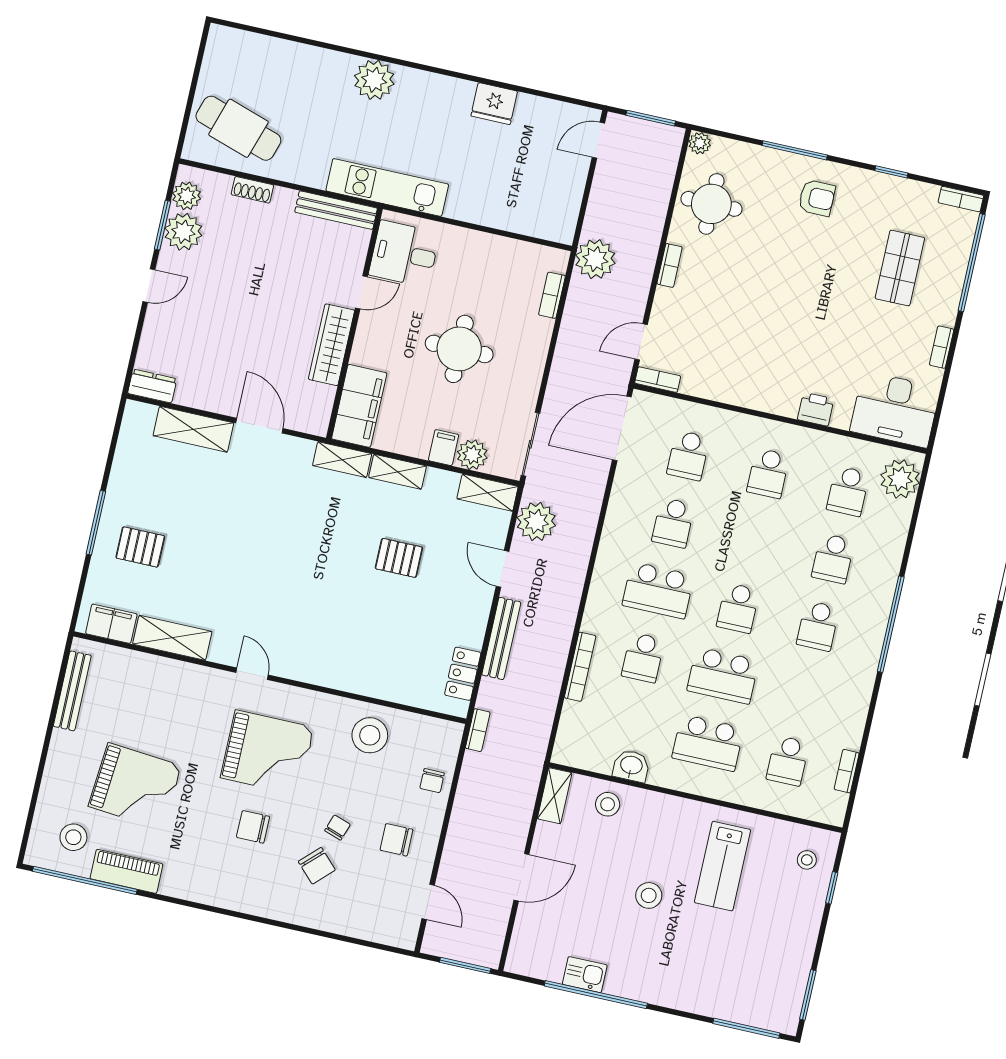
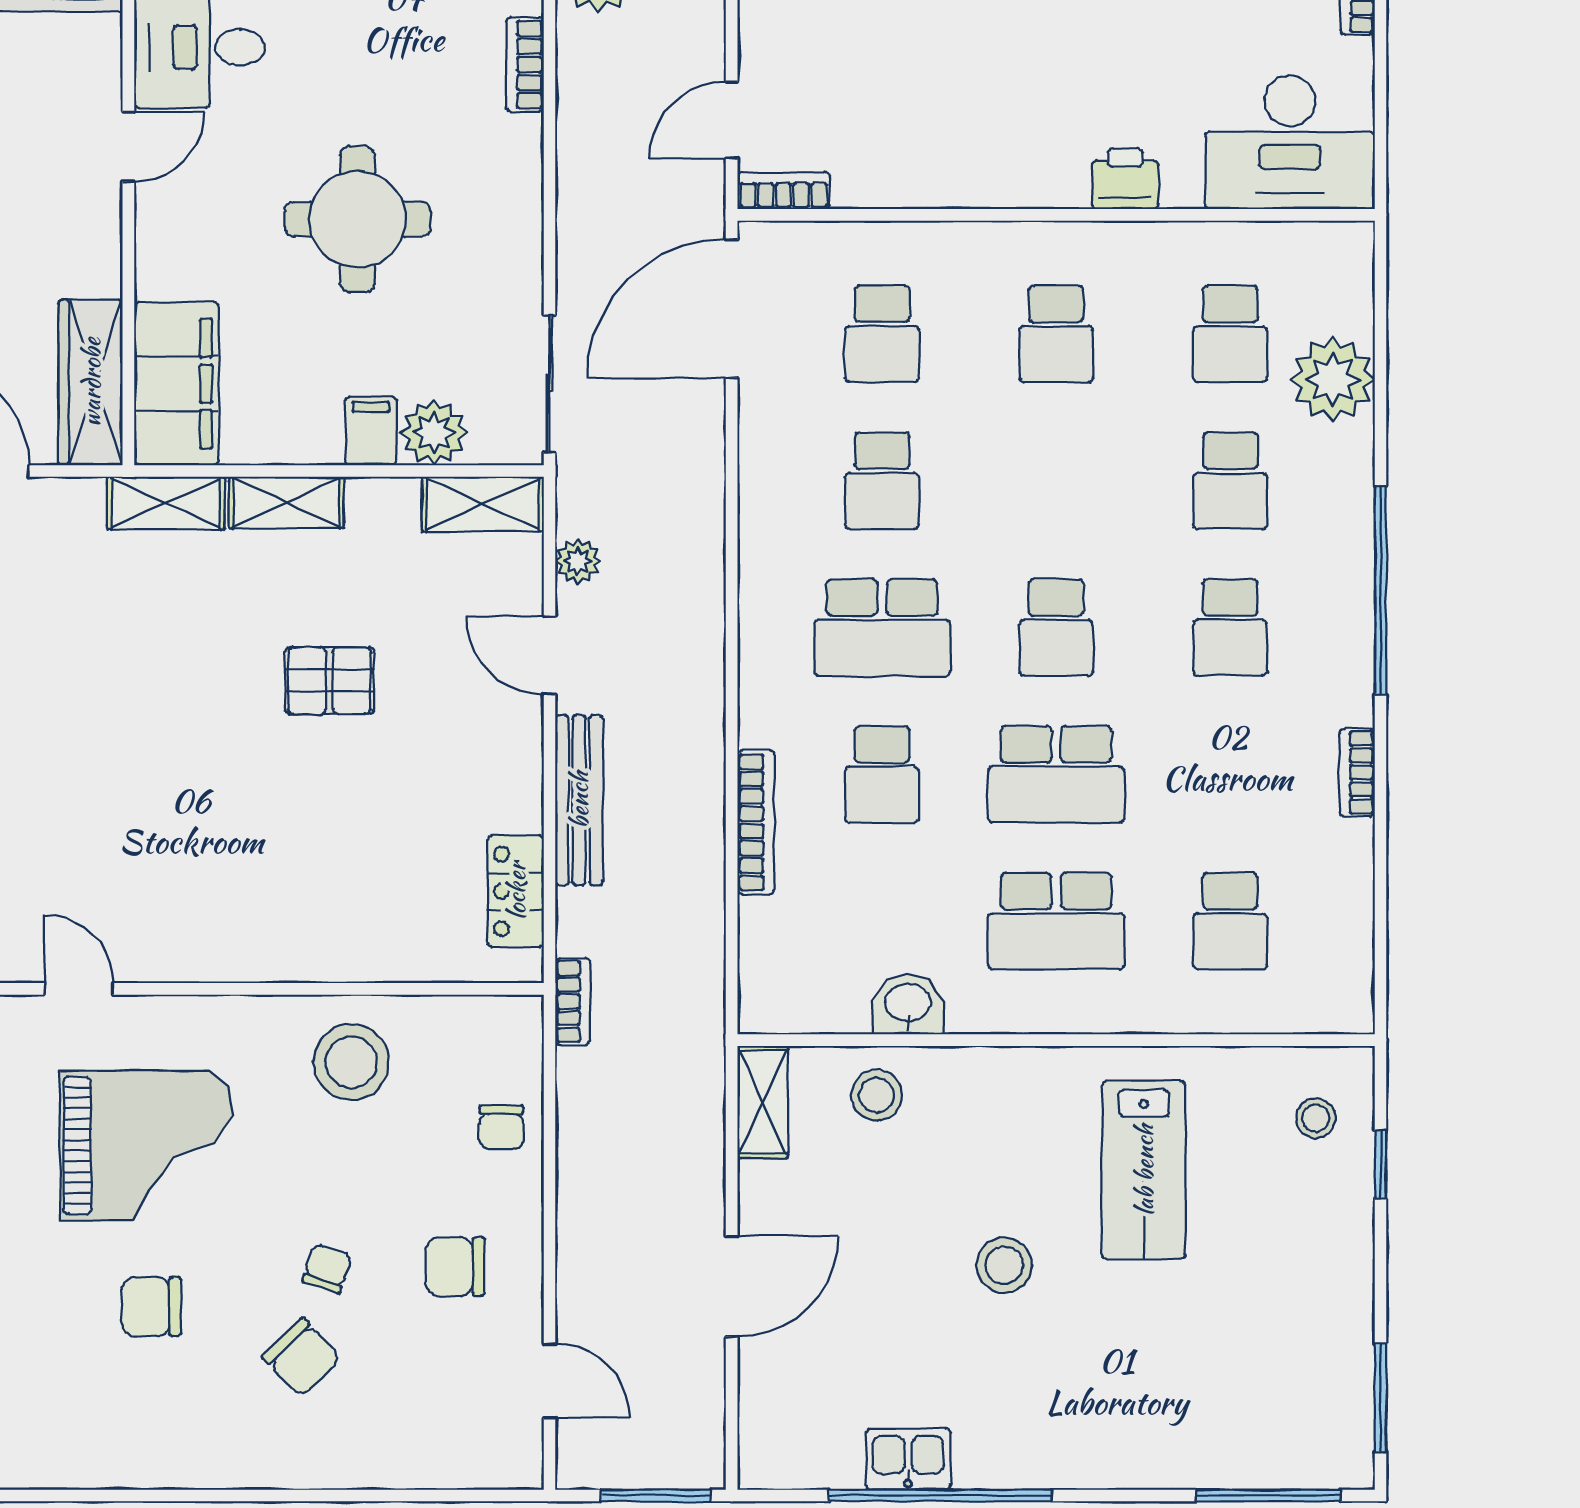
wardrobe: (331, 345) -> (91, 382), moved
plant: (900, 479) -> (1333, 379), moved
plant: (536, 522) -> (578, 561), width x0.53, depth x0.53
bookcase: (847, 771) -> (1357, 773), moved

